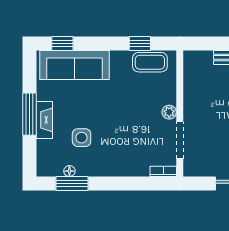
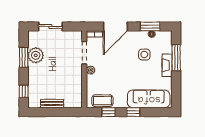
window: (62, 44) -> (133, 112), moved
window: (30, 114) -> (176, 58), moved
door: (129, 183) -> (115, 26), added

